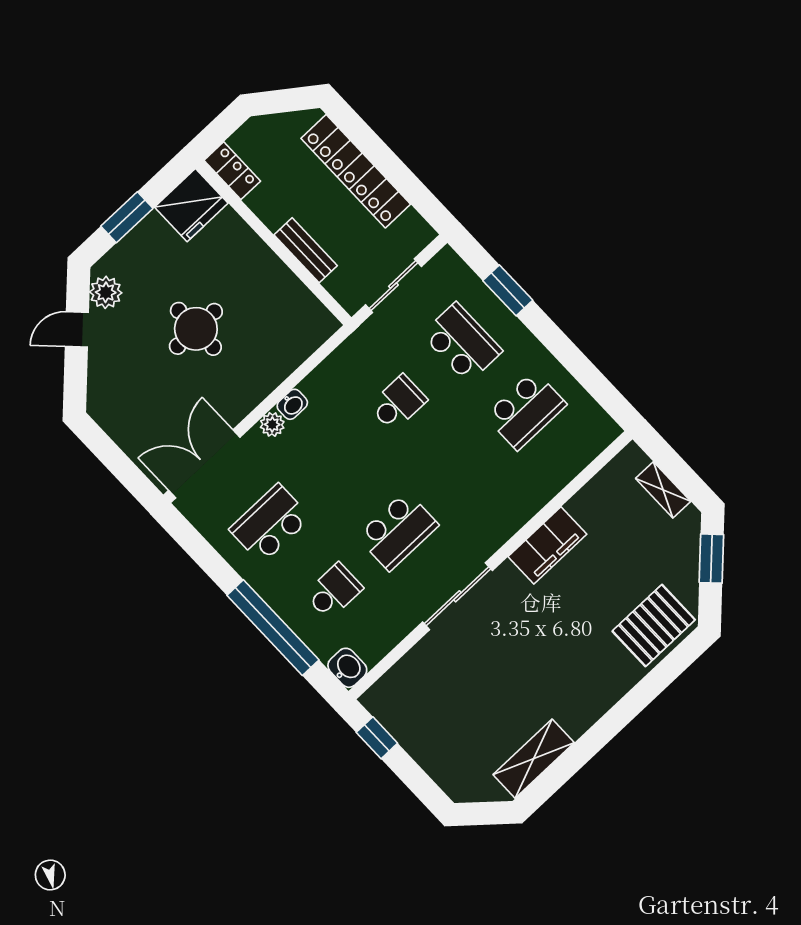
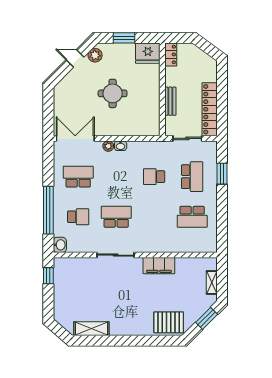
locker: (356, 171) -> (210, 109), moved
school desk: (398, 403) -> (154, 177), turned 180
school desk: (398, 531) -> (116, 217), turned 180

